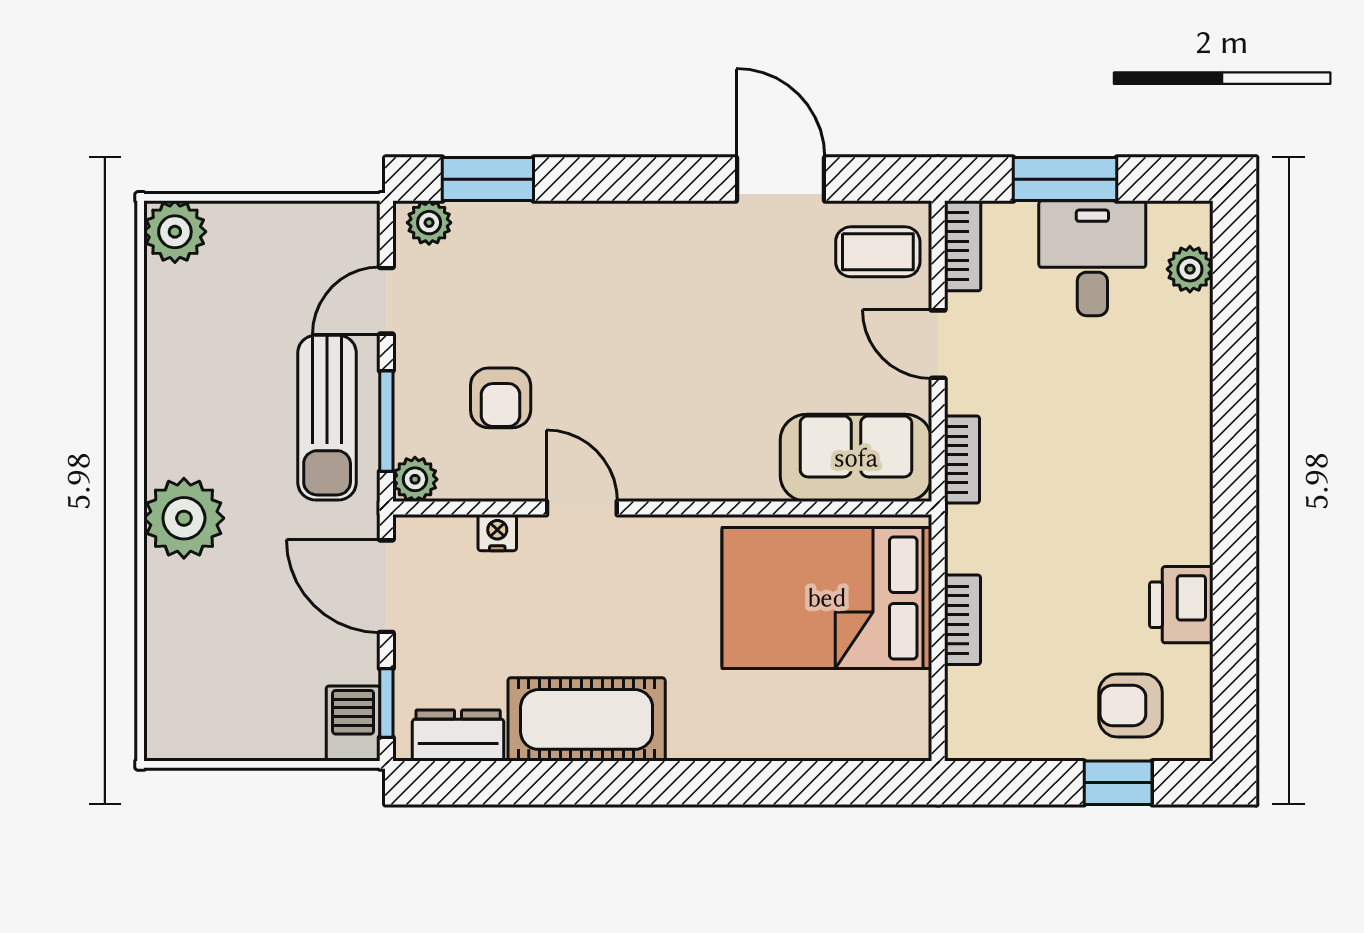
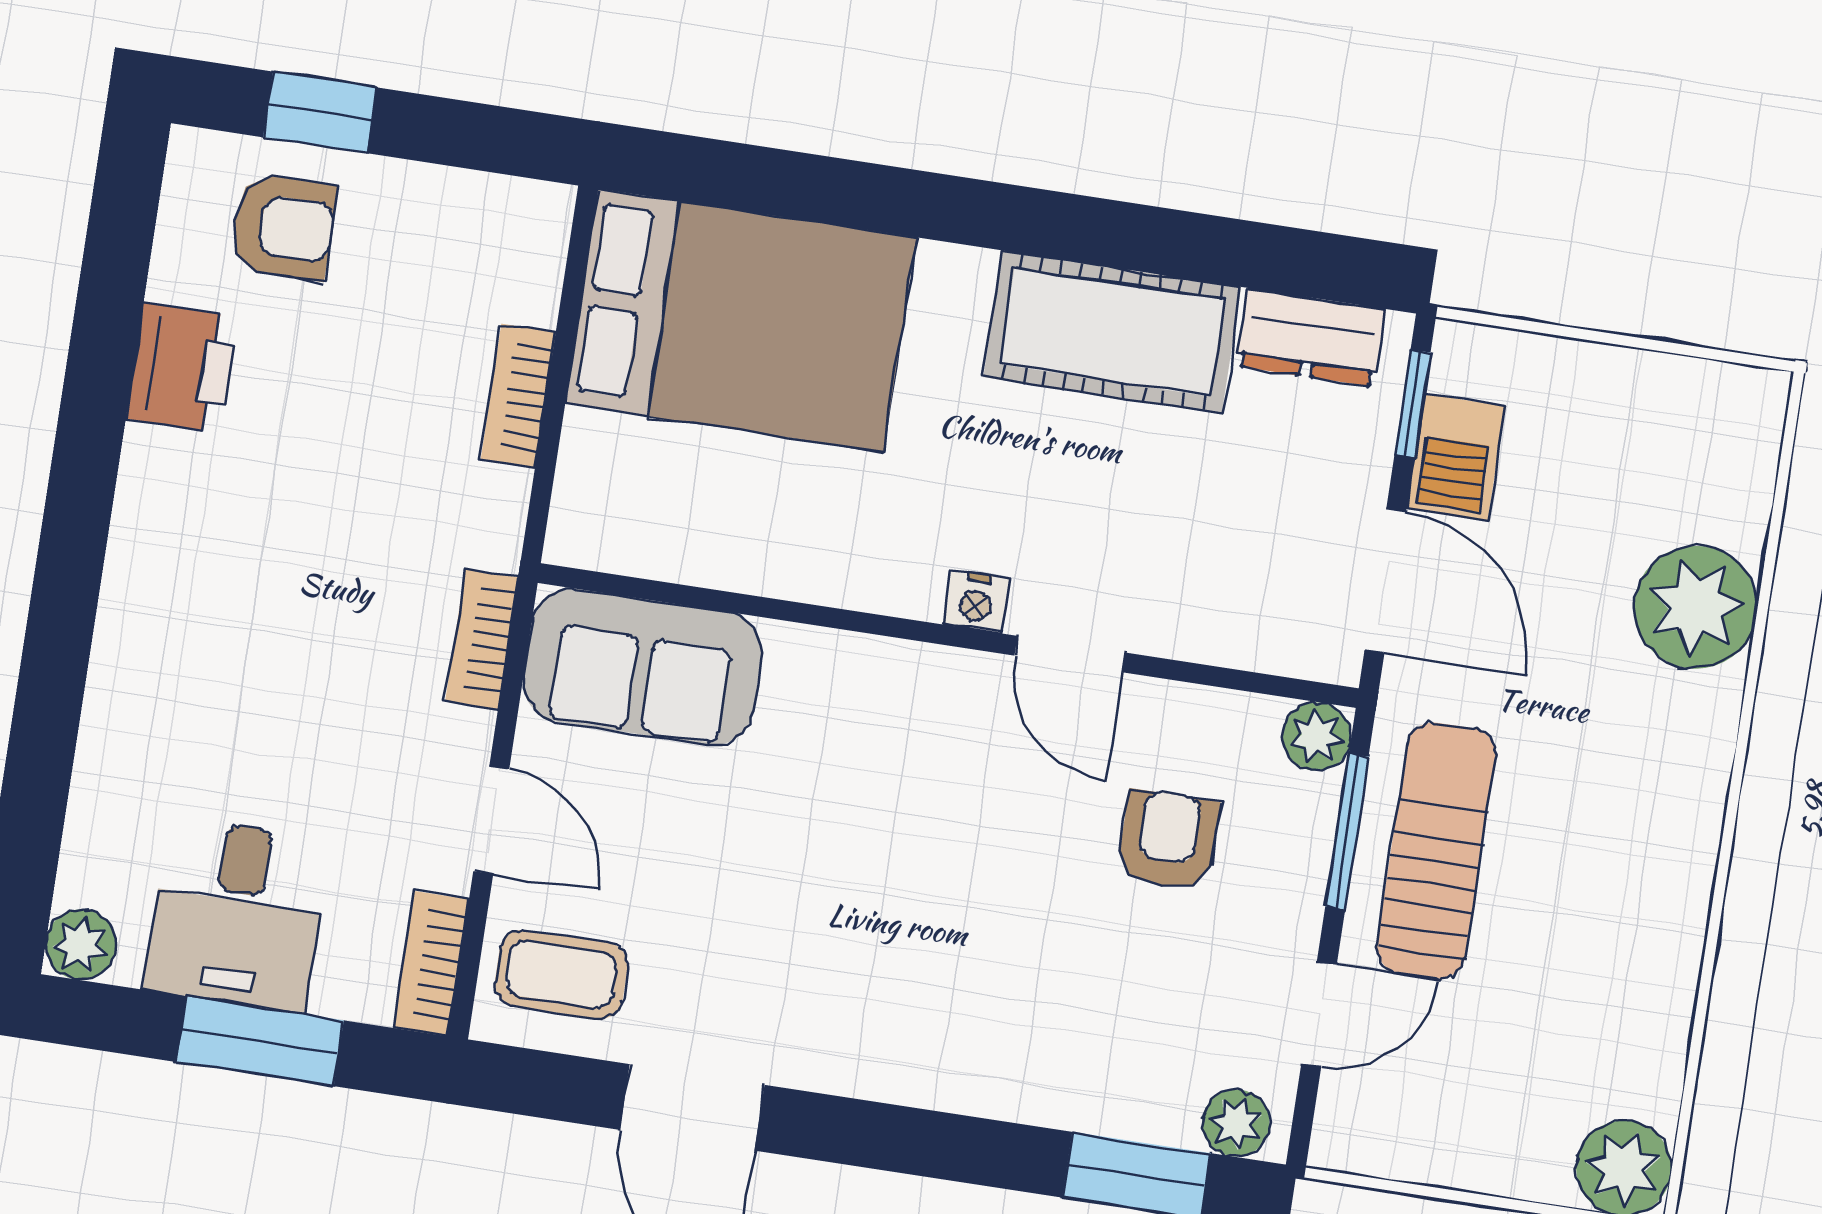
plant: (1190, 269) -> (81, 945), moved
plant: (184, 518) -> (1696, 607), moved
nightstand: (497, 533) -> (976, 602), moved
bed: (827, 598) -> (741, 320), moved
barbecue: (353, 724) -> (1456, 457), moved

